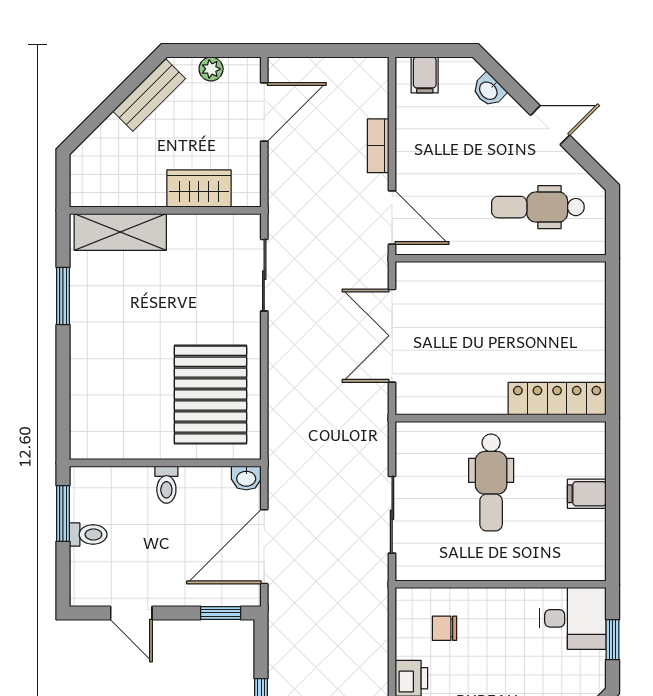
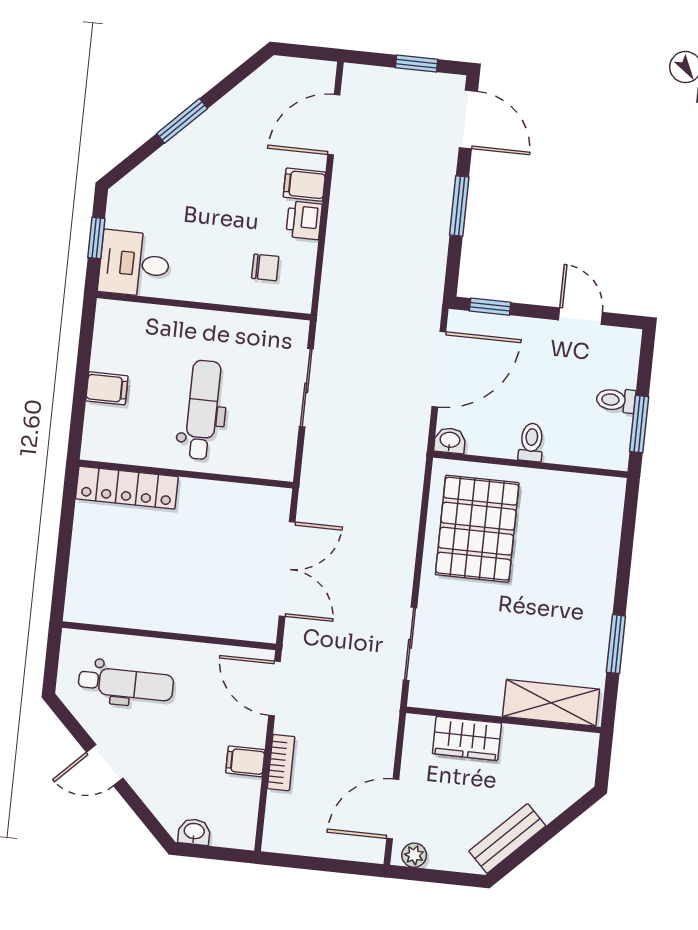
plant: (211, 69) -> (414, 855), moved
filing cabinet: (425, 75) -> (245, 761), moved, turned -90
washbasin: (489, 90) -> (194, 832), moved, turned -45

